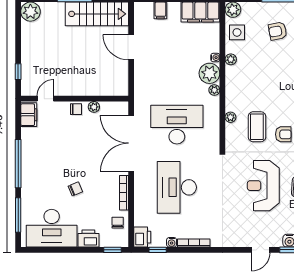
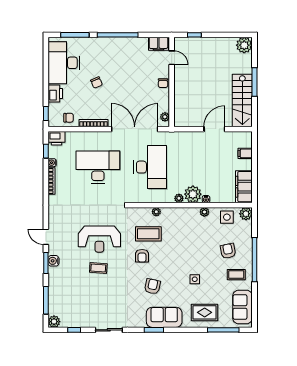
plant: (94, 107) -> (165, 117), moved
reception desk: (263, 186) -> (99, 239), turned 180

